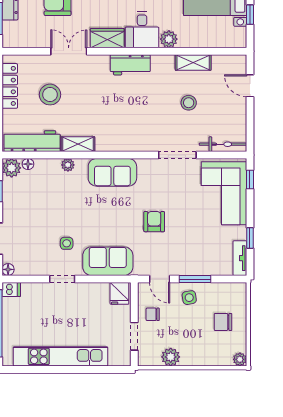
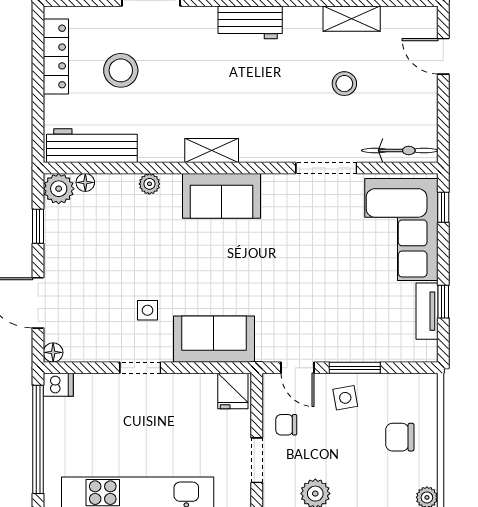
shelving: (78, 144) -> (212, 150), moved
armchair: (154, 222) -> (289, 275), removed
tv unit: (240, 258) -> (427, 311), moved

